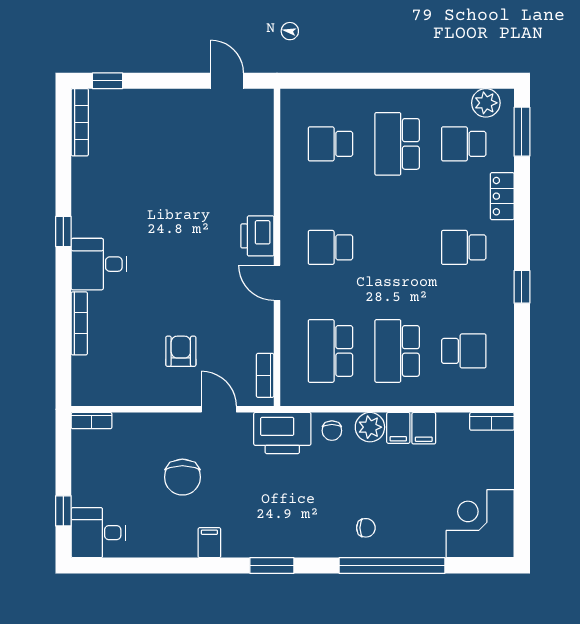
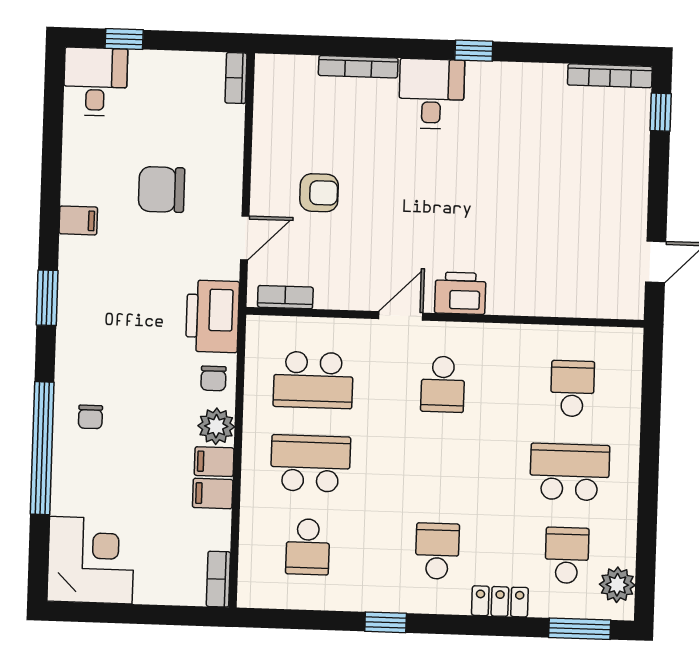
school desk: (330, 247) -> (443, 384), turned 180
school desk: (330, 351) -> (313, 380), turned 180
chair: (332, 431) -> (213, 378), turned -90

